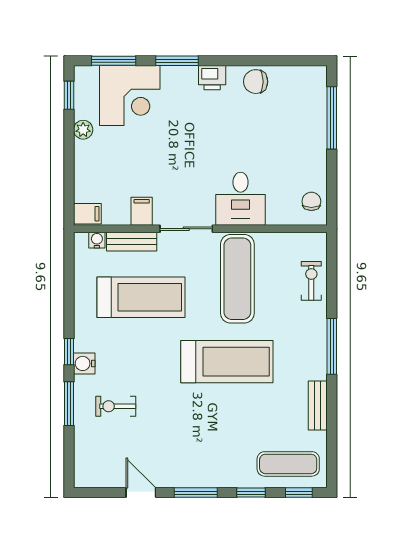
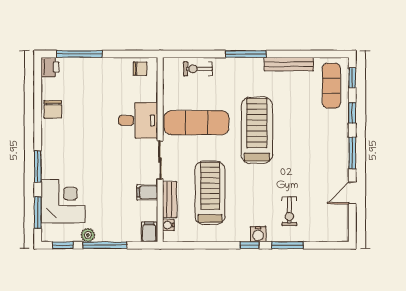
printer: (212, 78) -> (50, 67), moved
window: (69, 153) -> (105, 245), added
chair: (311, 201) -> (140, 69), turned 180
bench: (318, 405) -> (289, 64), width x1.36

